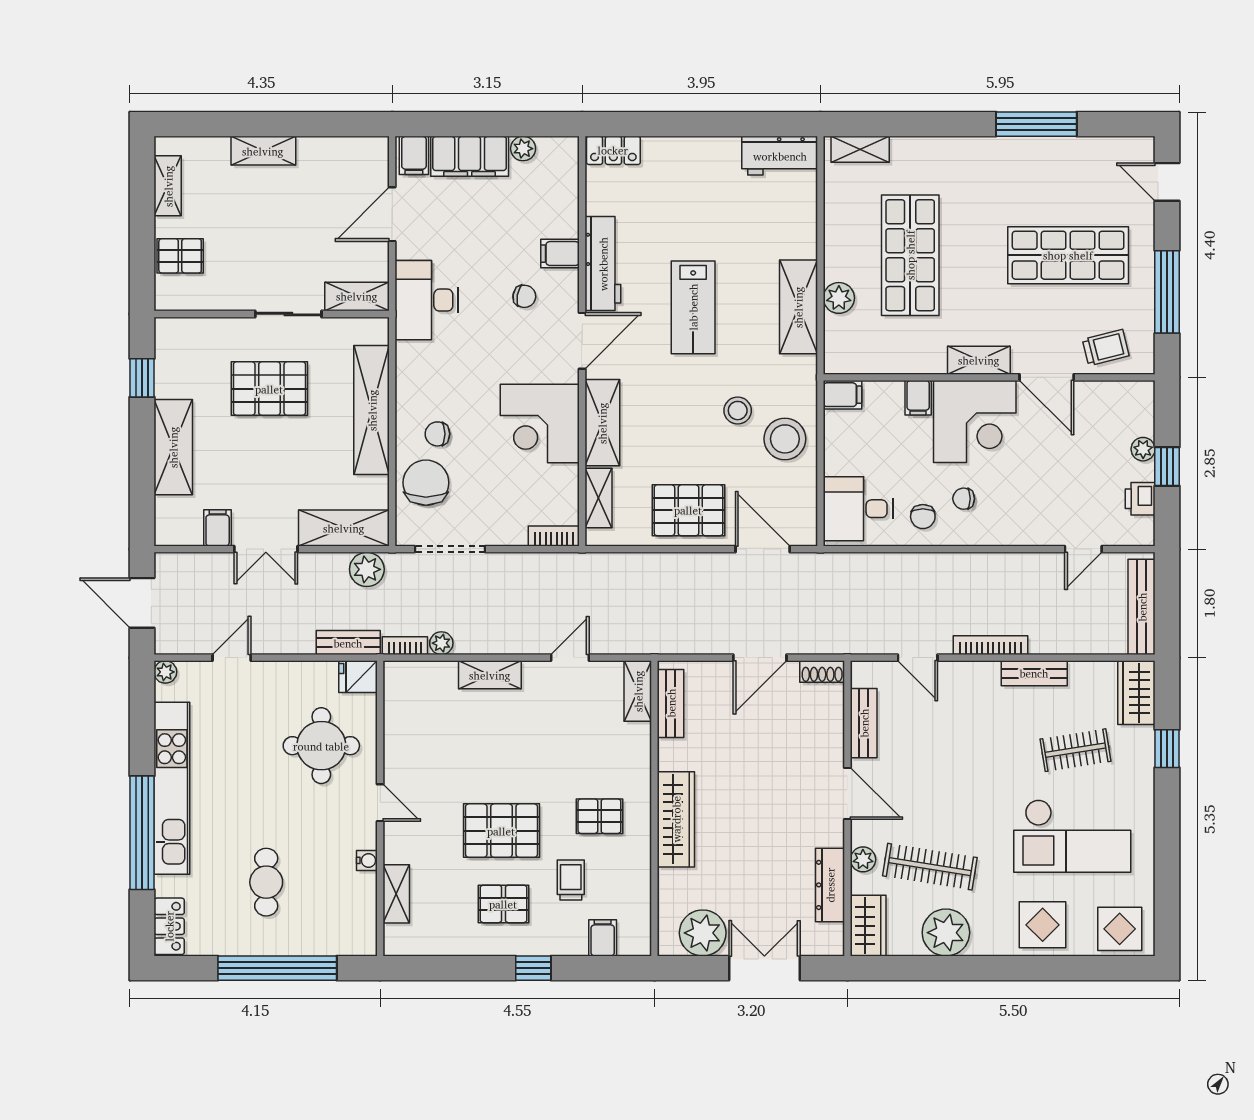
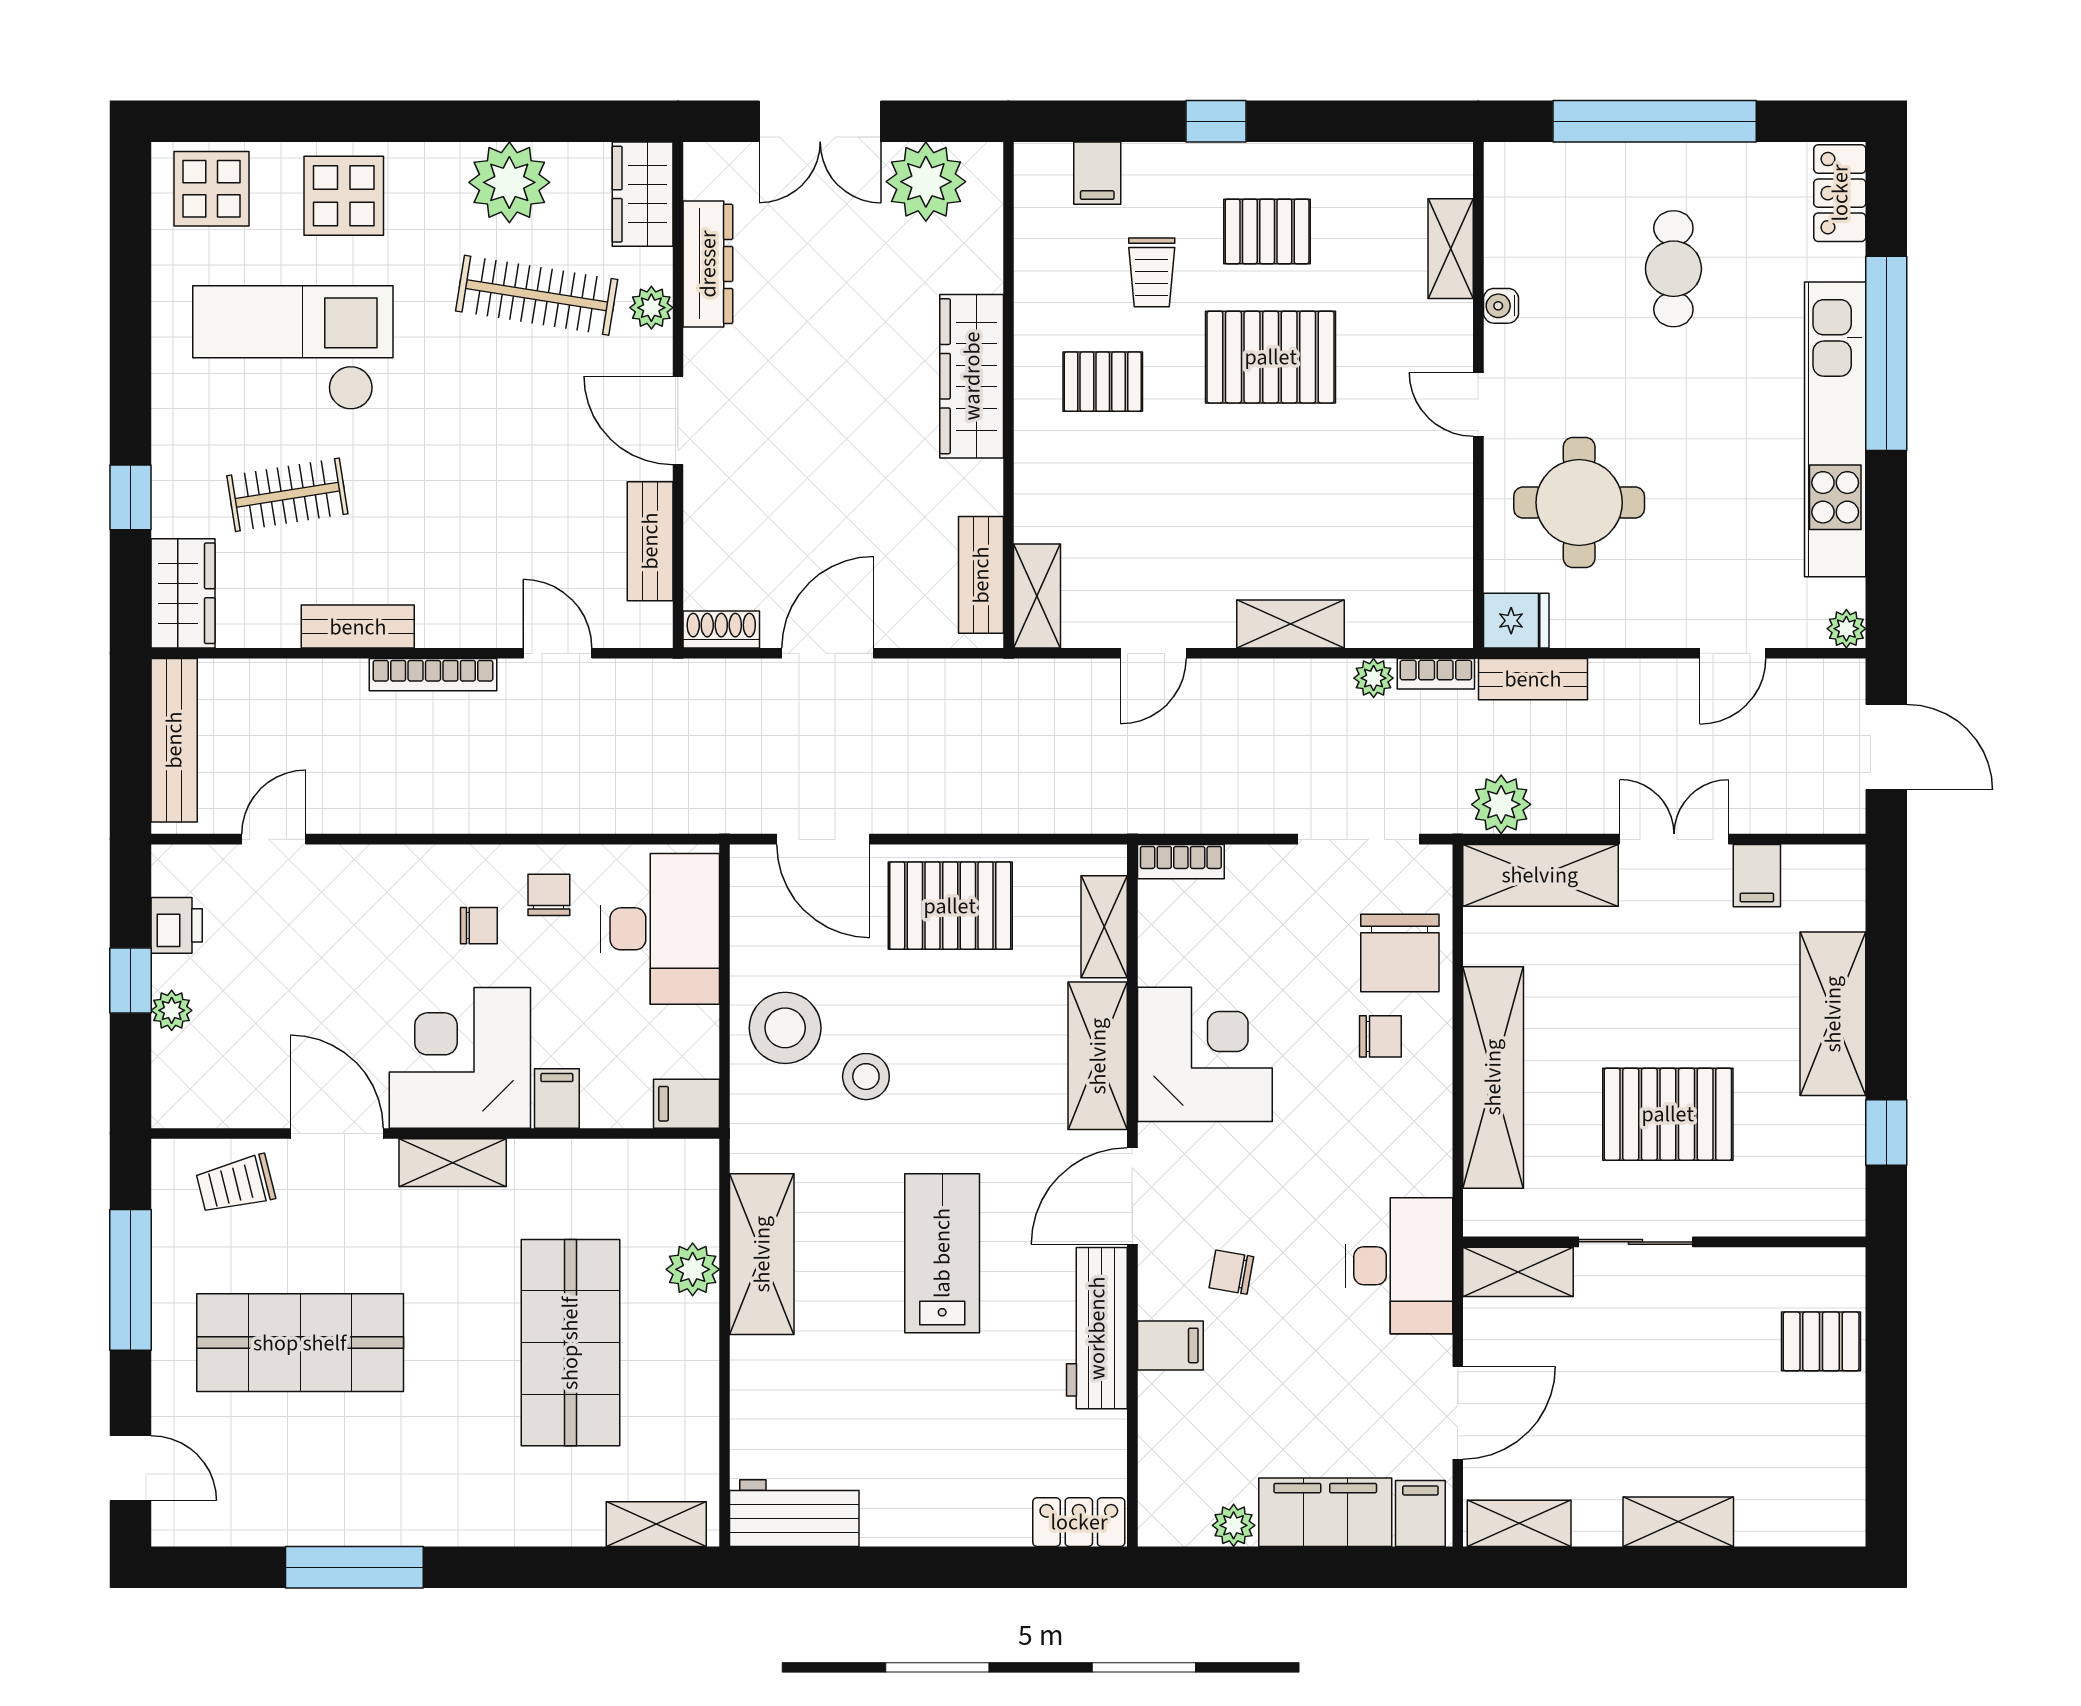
shelving: (168, 186) -> (1519, 1523), moved, turned 90
desk: (858, 509) -> (660, 929), width x1.37

